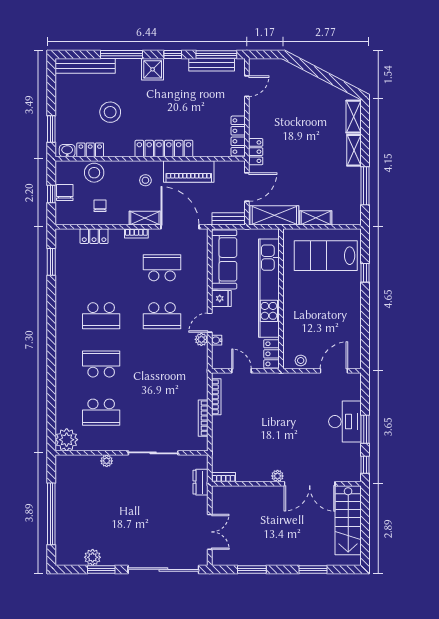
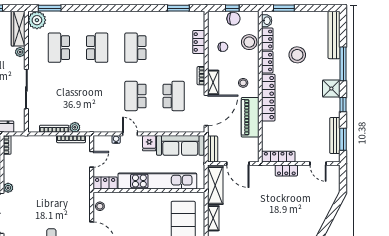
window: (216, 55) -> (343, 139), width x0.69
locker: (119, 150) -> (267, 62), added
locker: (256, 152) -> (286, 171), moved
plant: (201, 339) -> (75, 127), moved
window: (51, 424) -> (50, 8), added
wardrobe: (77, 463) -> (18, 29), added

